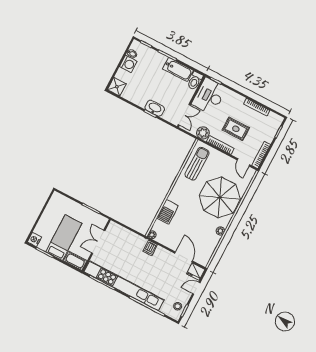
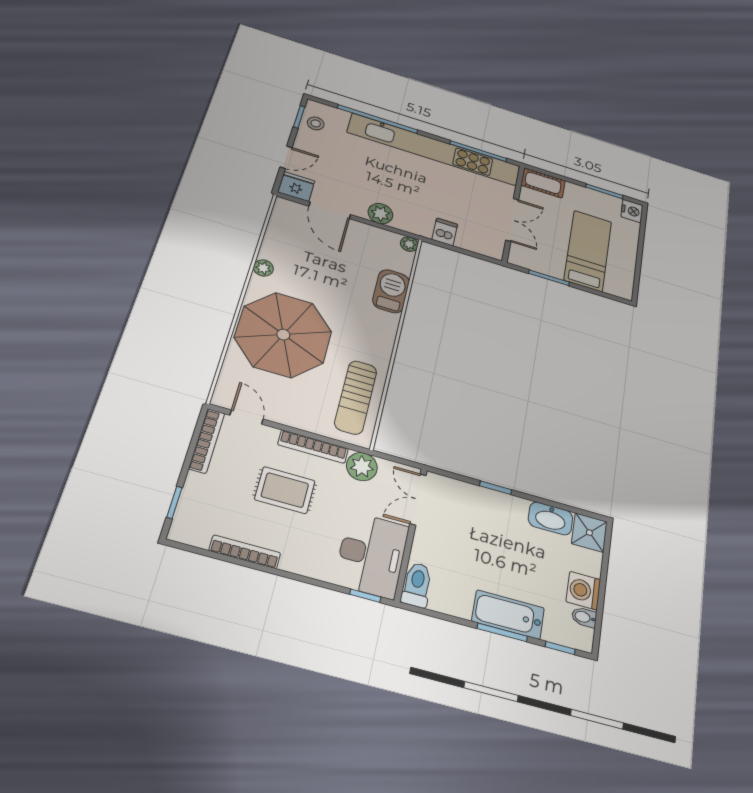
bathtub: (178, 70) -> (508, 615), moved
washbasin: (155, 108) -> (551, 518), moved
bed: (64, 238) -> (588, 251), moved, turned 180
dishwasher: (150, 248) -> (445, 232), moved
plant: (161, 253) -> (380, 214), added

